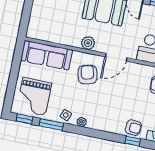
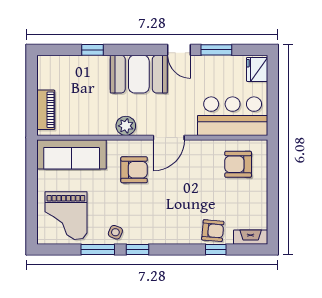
piano: (35, 21) -> (46, 110), added
armchair: (88, 75) -> (134, 170), turned 104
window: (24, 119) -> (138, 249), moved
plant: (82, 122) -> (139, 237), removed

